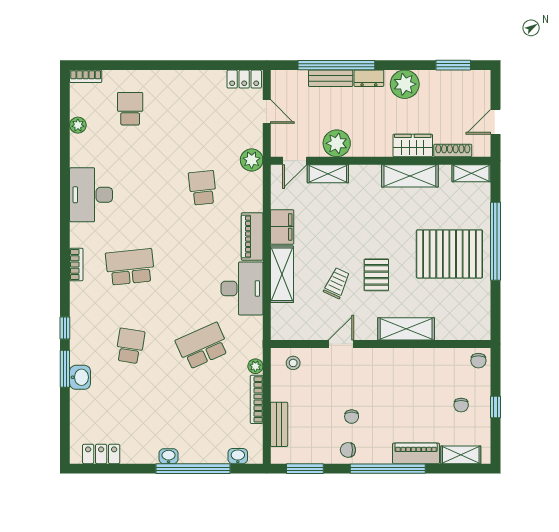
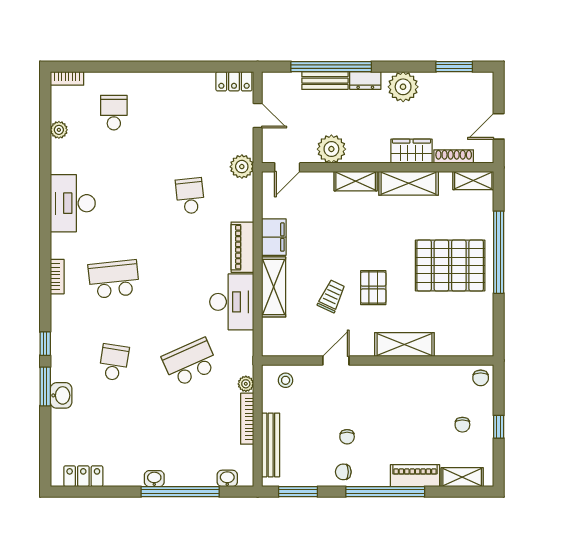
shelving: (328, 174) -> (356, 181), moved
bench: (279, 424) -> (271, 445), width x1.36

